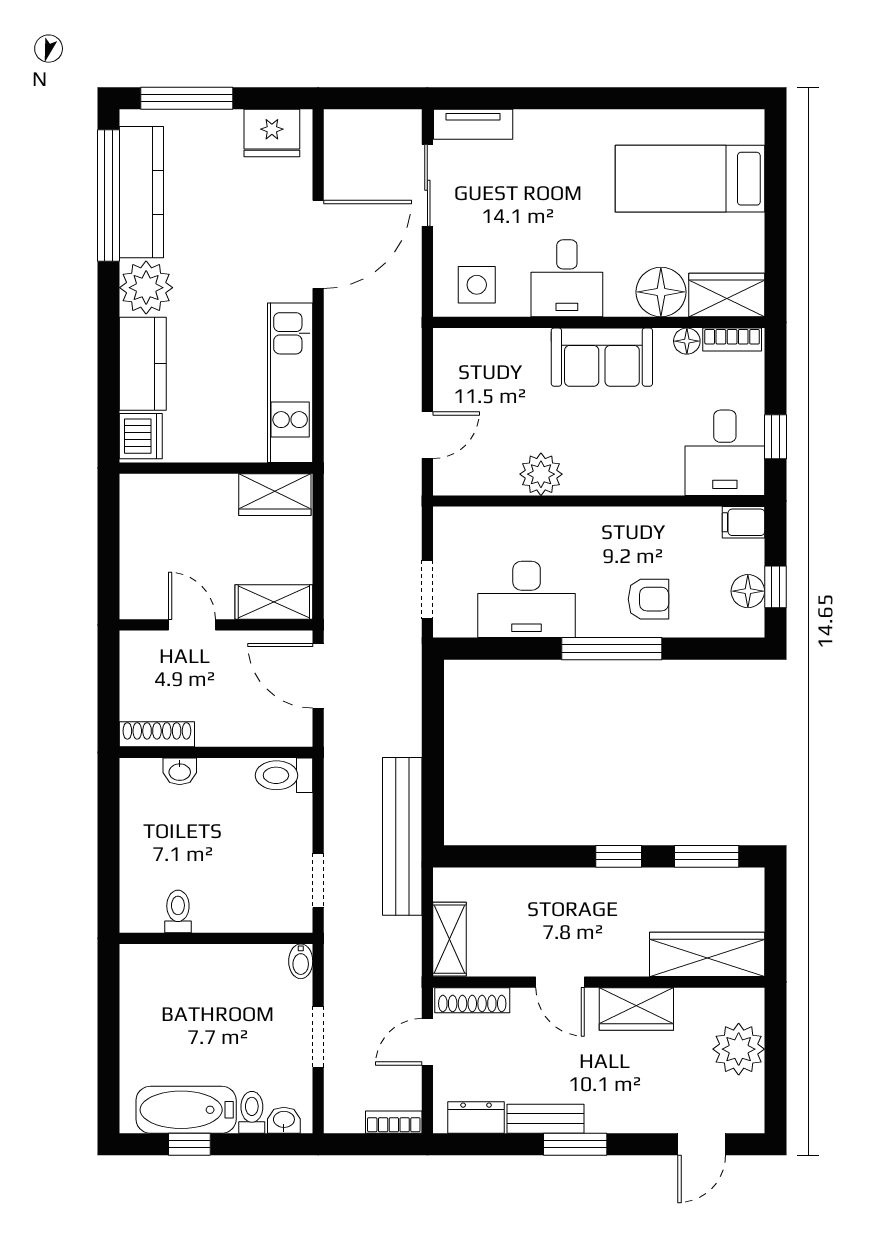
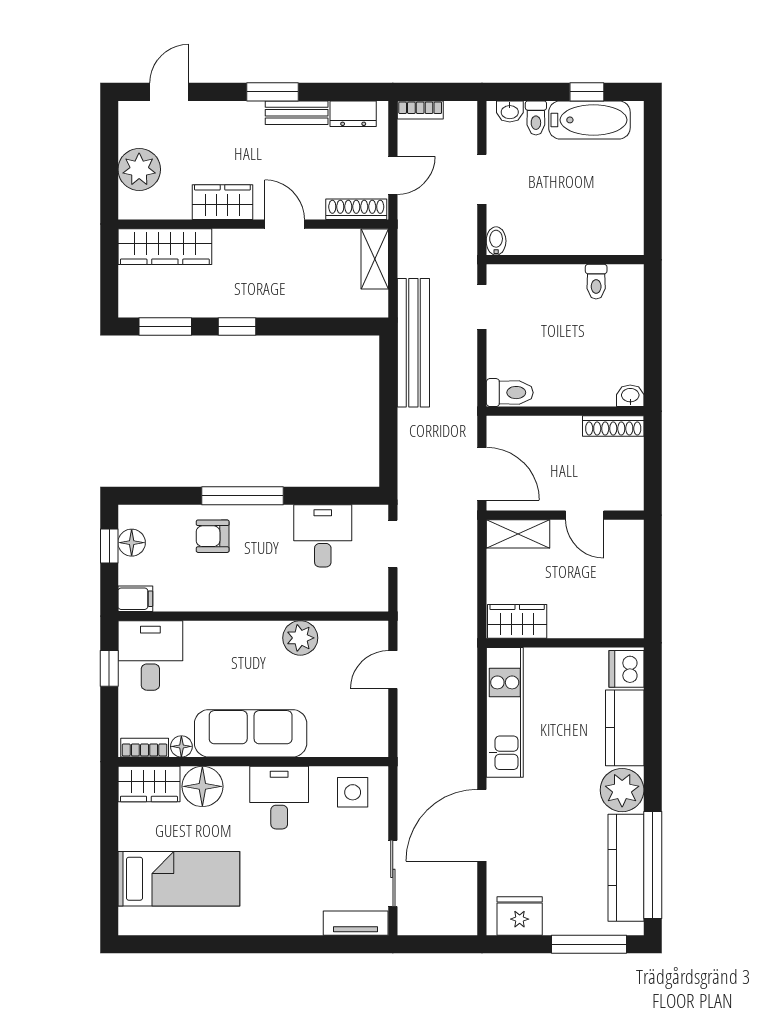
sofa: (602, 357) -> (251, 733), width x1.36
desk: (527, 599) -> (323, 536), width x0.73
washbasin: (180, 771) -> (630, 396), moved

